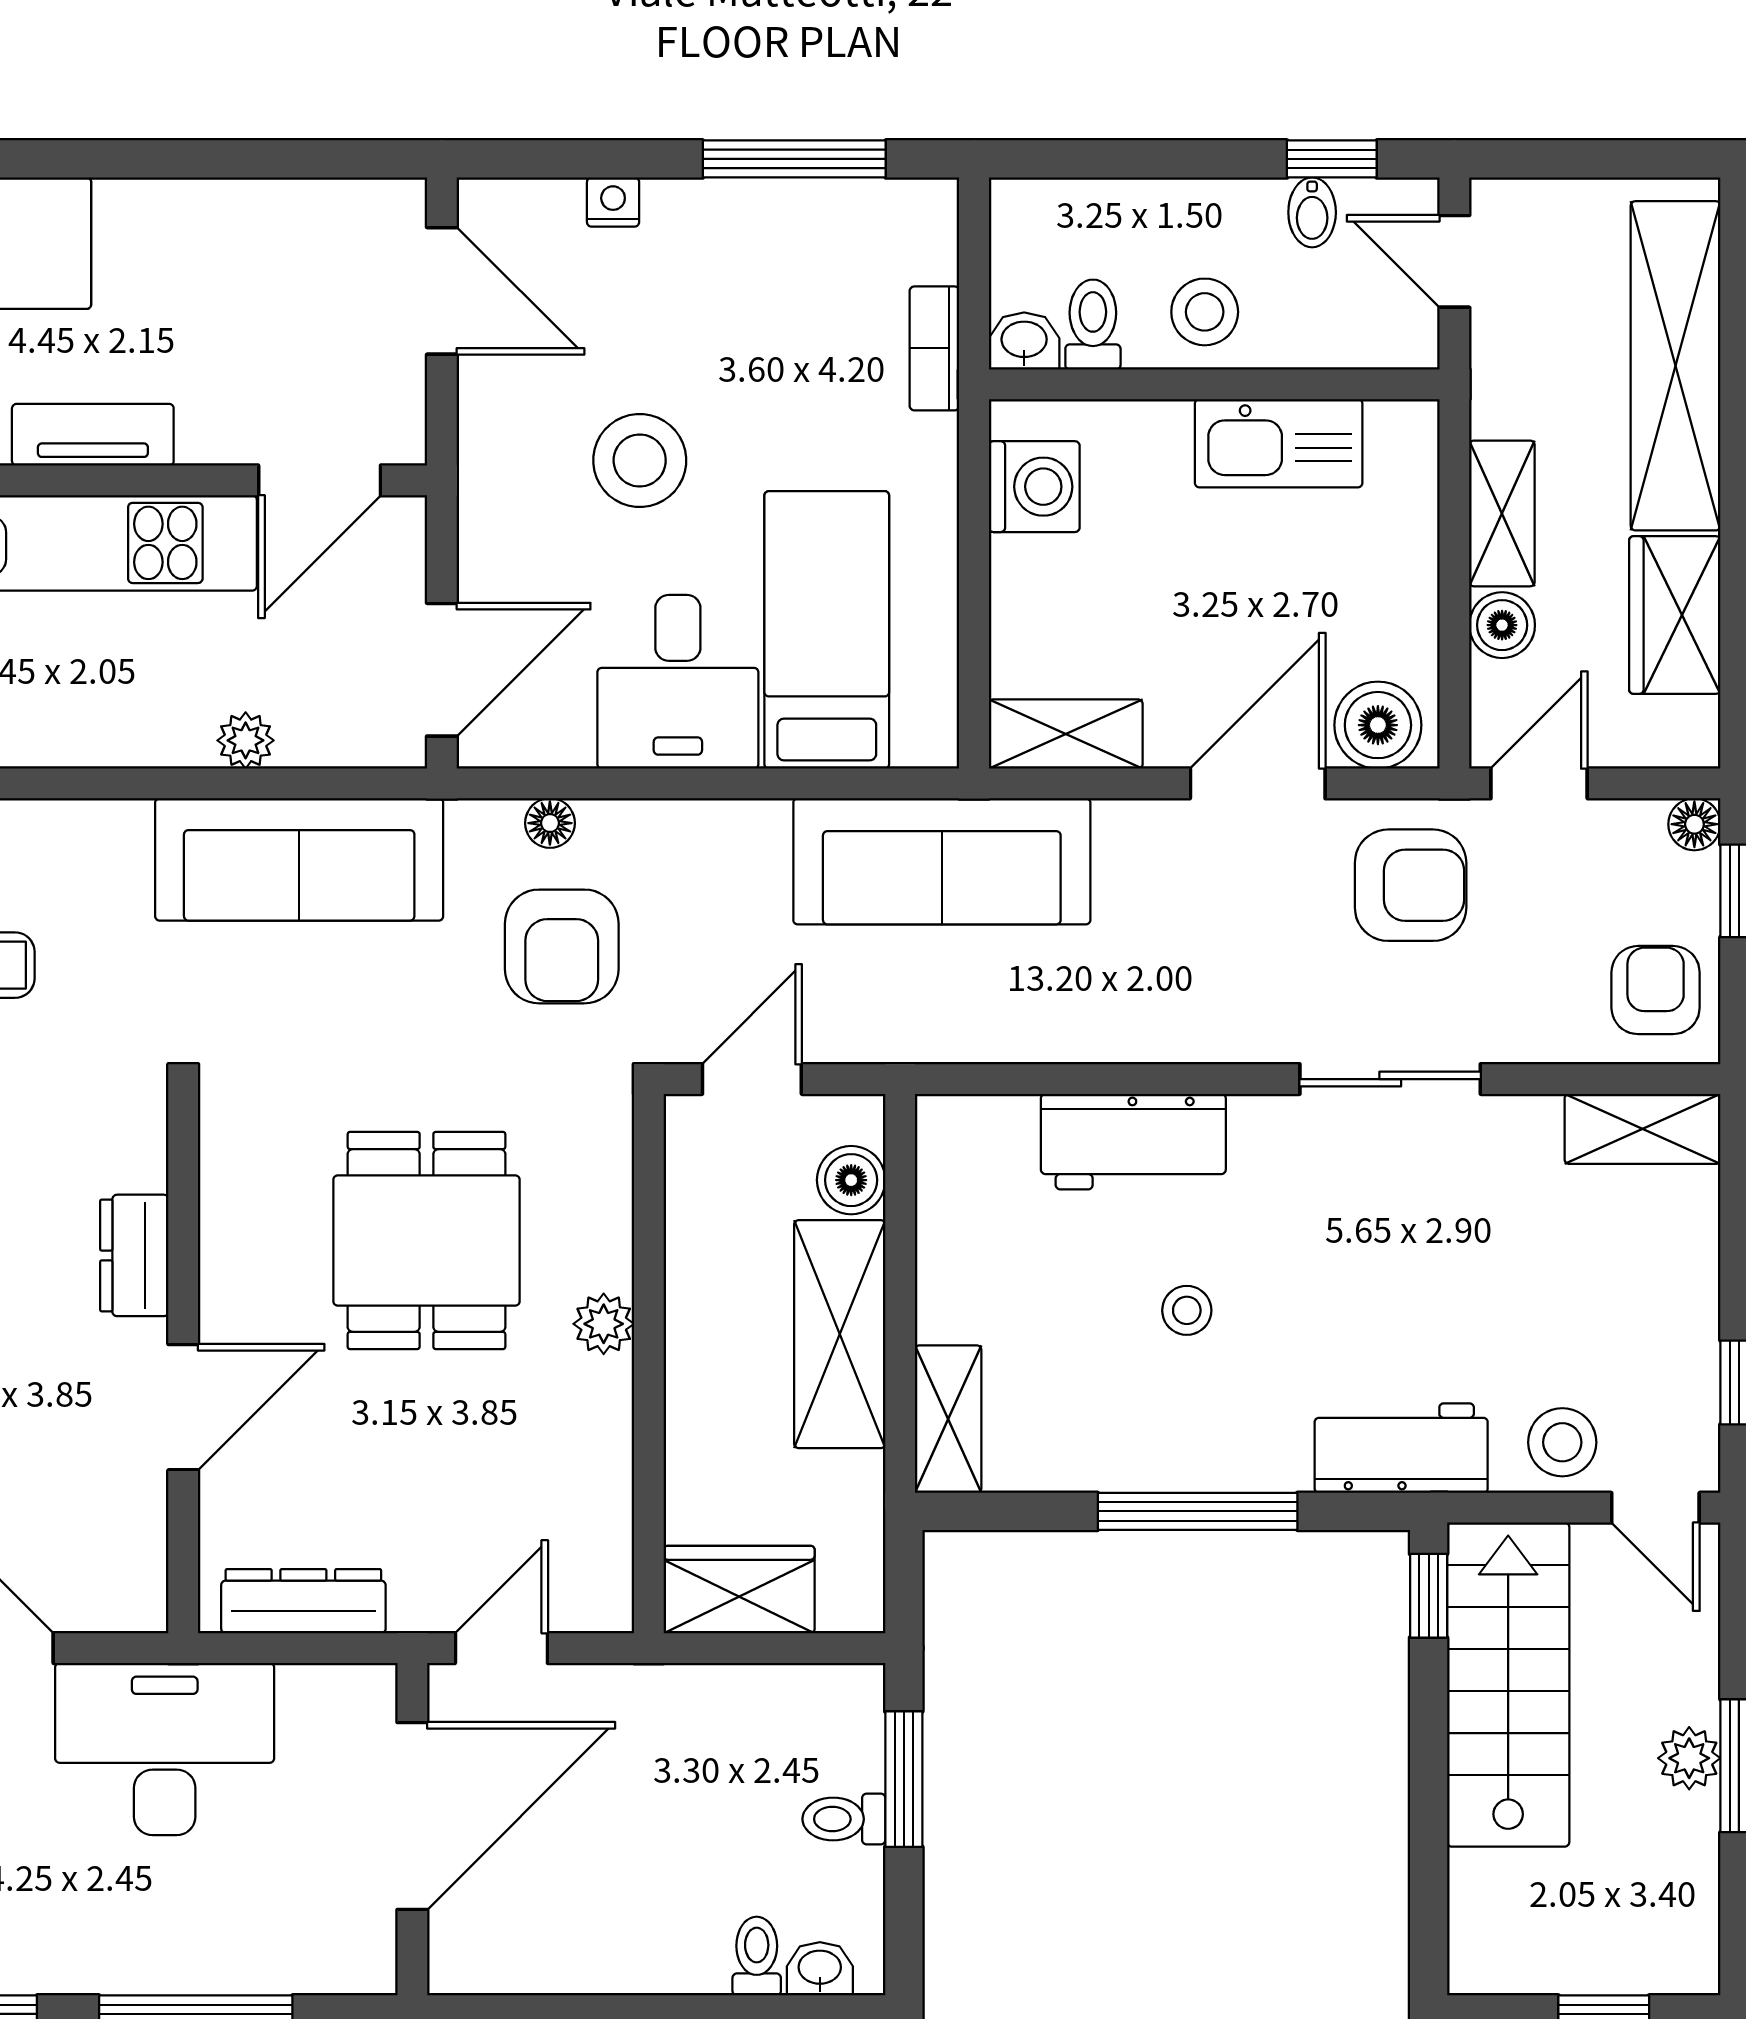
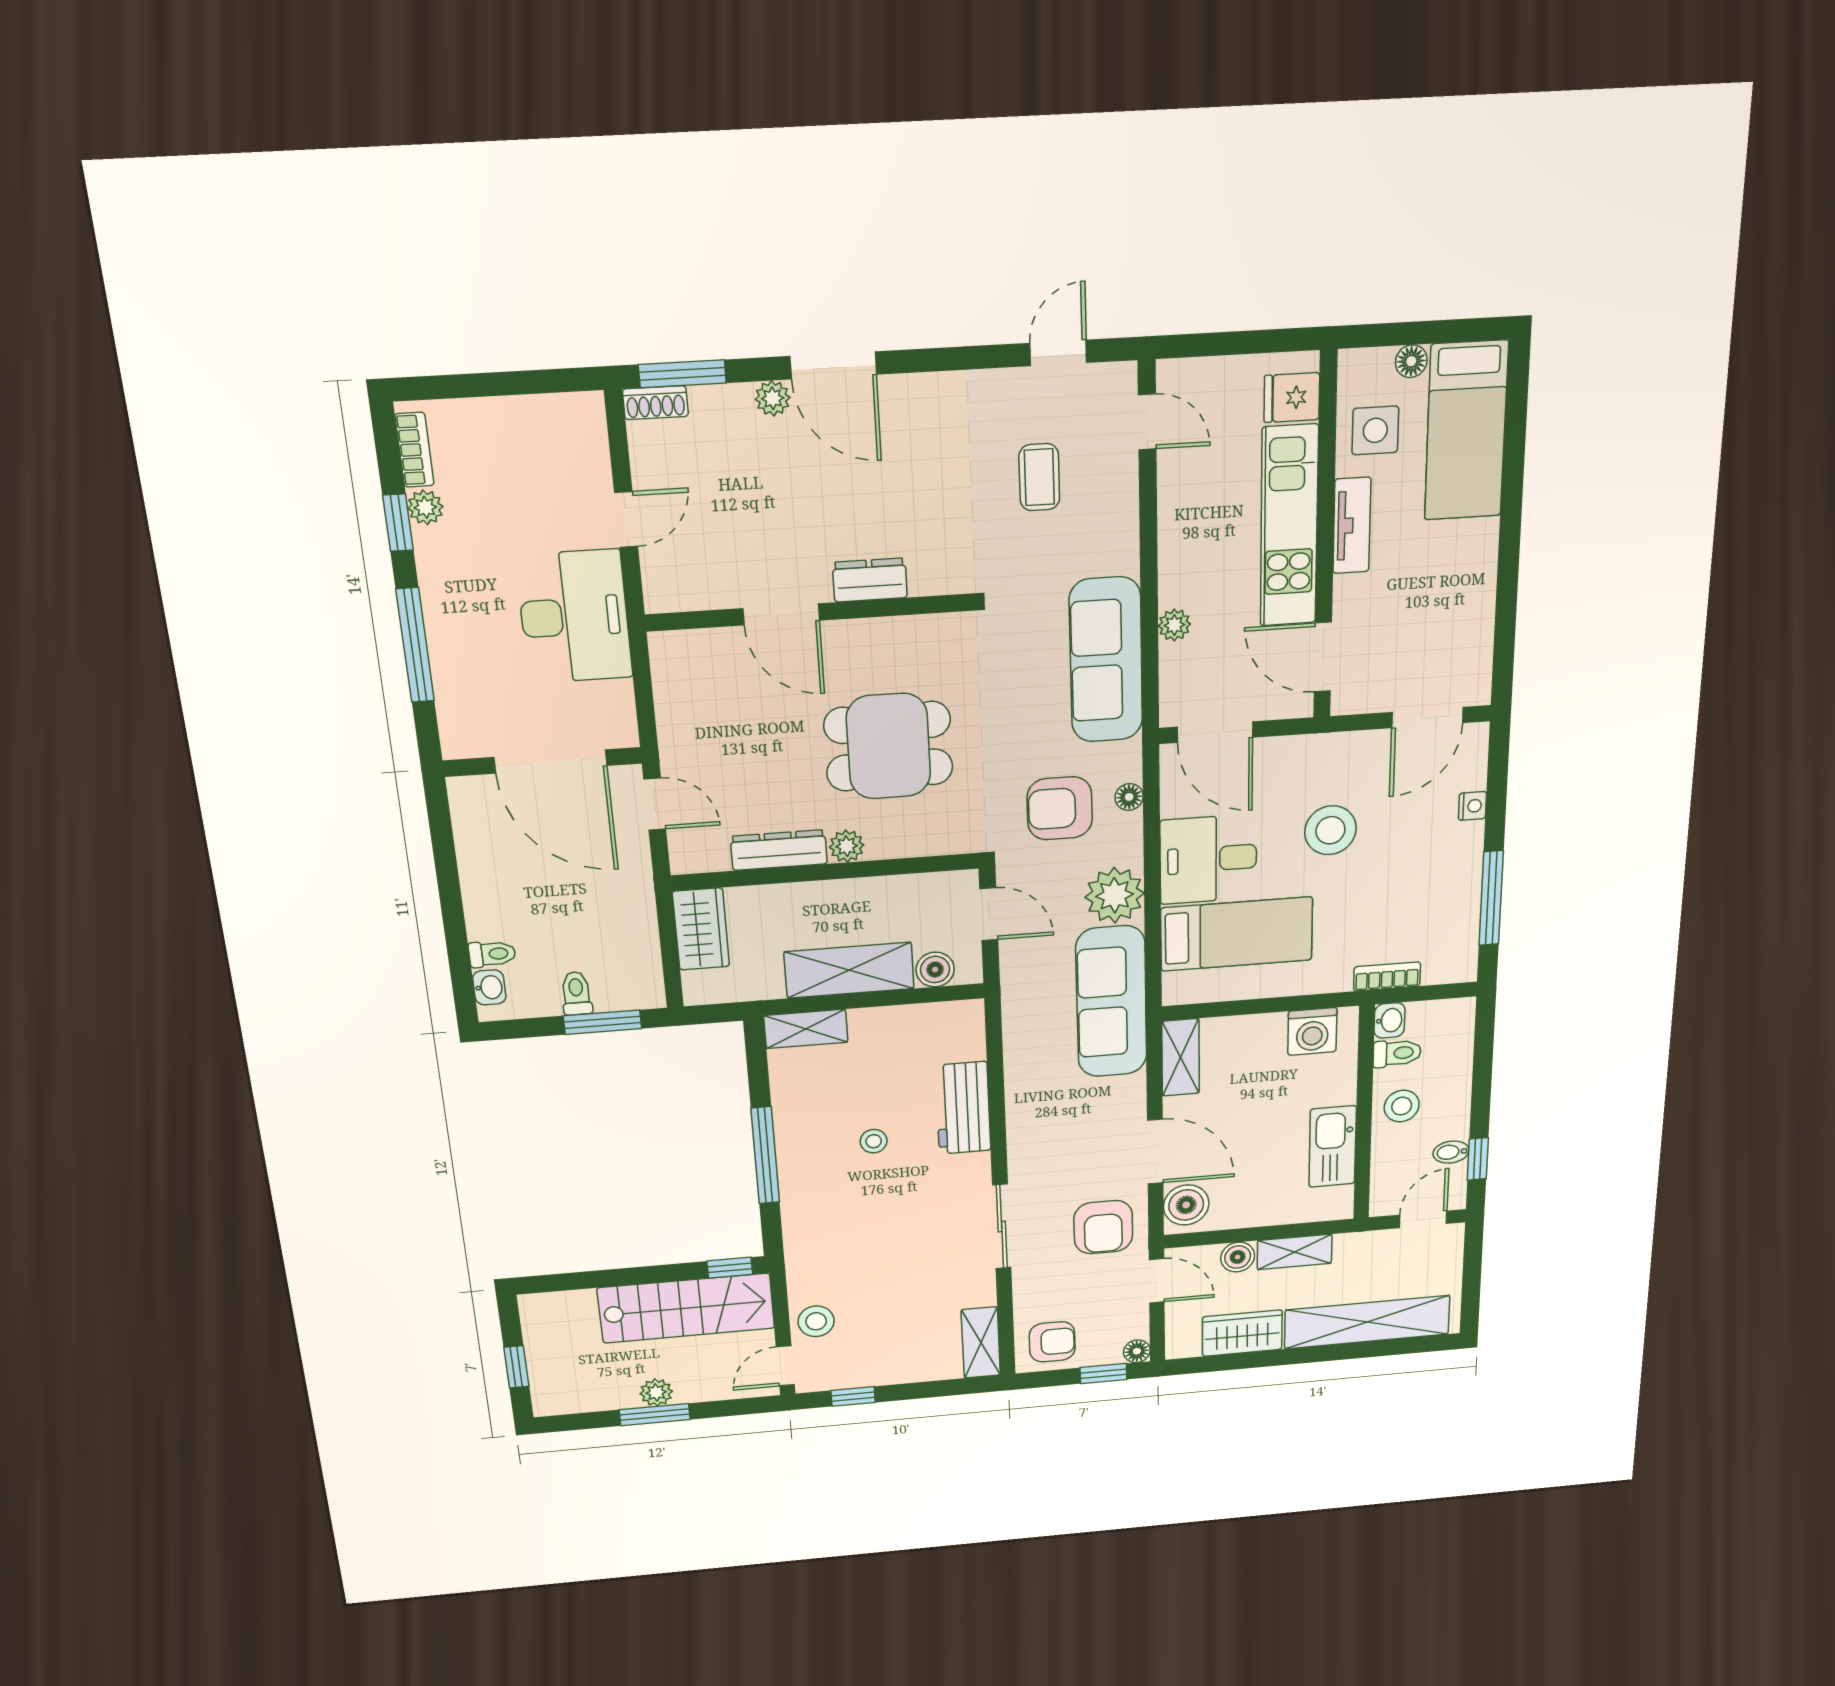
plant: (734, 852) -> (1115, 895), added
workbench: (1401, 1448) -> (807, 1248), removed
dresser: (303, 1601) -> (779, 850), moved, turned -90

